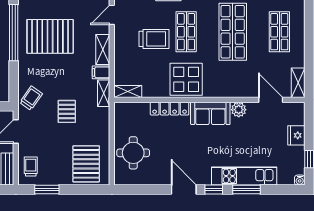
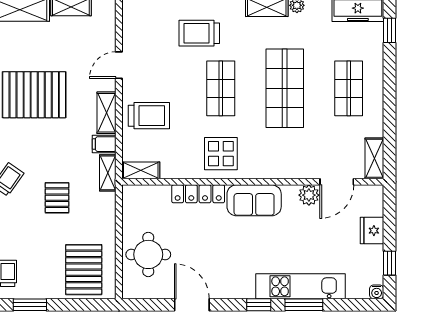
trolley: (154, 39) -> (149, 116), moved
display table: (186, 79) -> (221, 154), width x0.73, depth x0.73
door: (271, 100) -> (337, 182), swing flipped
plant: (239, 110) -> (309, 195), moved
door: (184, 190) -> (192, 305), moved

